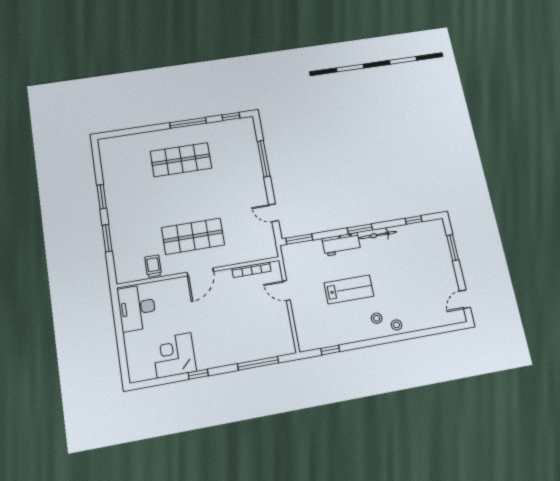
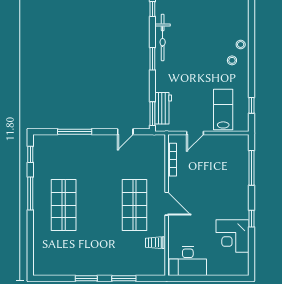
bicycle: (378, 235) -> (163, 37), width x1.37, depth x1.40
workbench: (341, 244) -> (163, 108), moved
lab bench: (349, 289) -> (223, 110), moved

